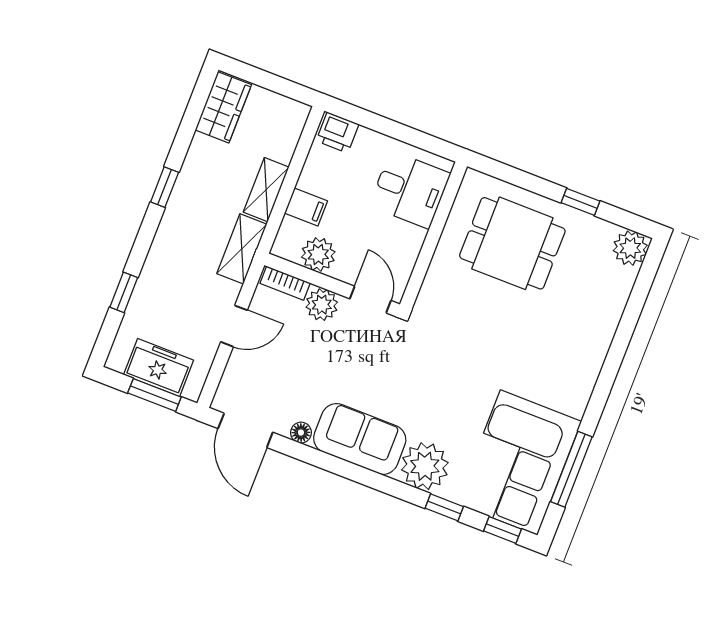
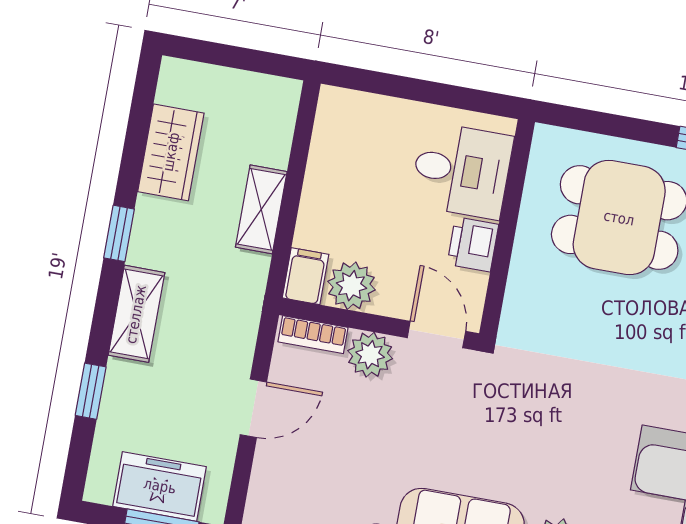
wardrobe: (223, 107) -> (171, 152), moved
printer: (338, 133) -> (473, 244), moved, turned 90
filing cabinet: (306, 207) -> (306, 276), moved, turned -90
shelving: (242, 249) -> (136, 314), moved

